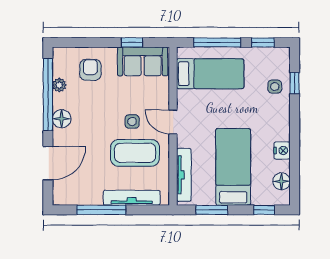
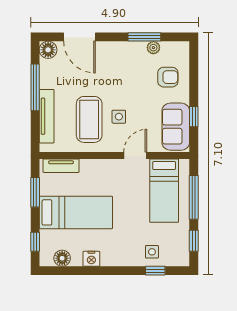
window: (48, 95) -> (144, 37), width x0.47
floor lamp: (62, 119) -> (48, 50), moved
door: (173, 122) -> (135, 155), moved
tv unit: (184, 175) -> (61, 166), width x0.71

